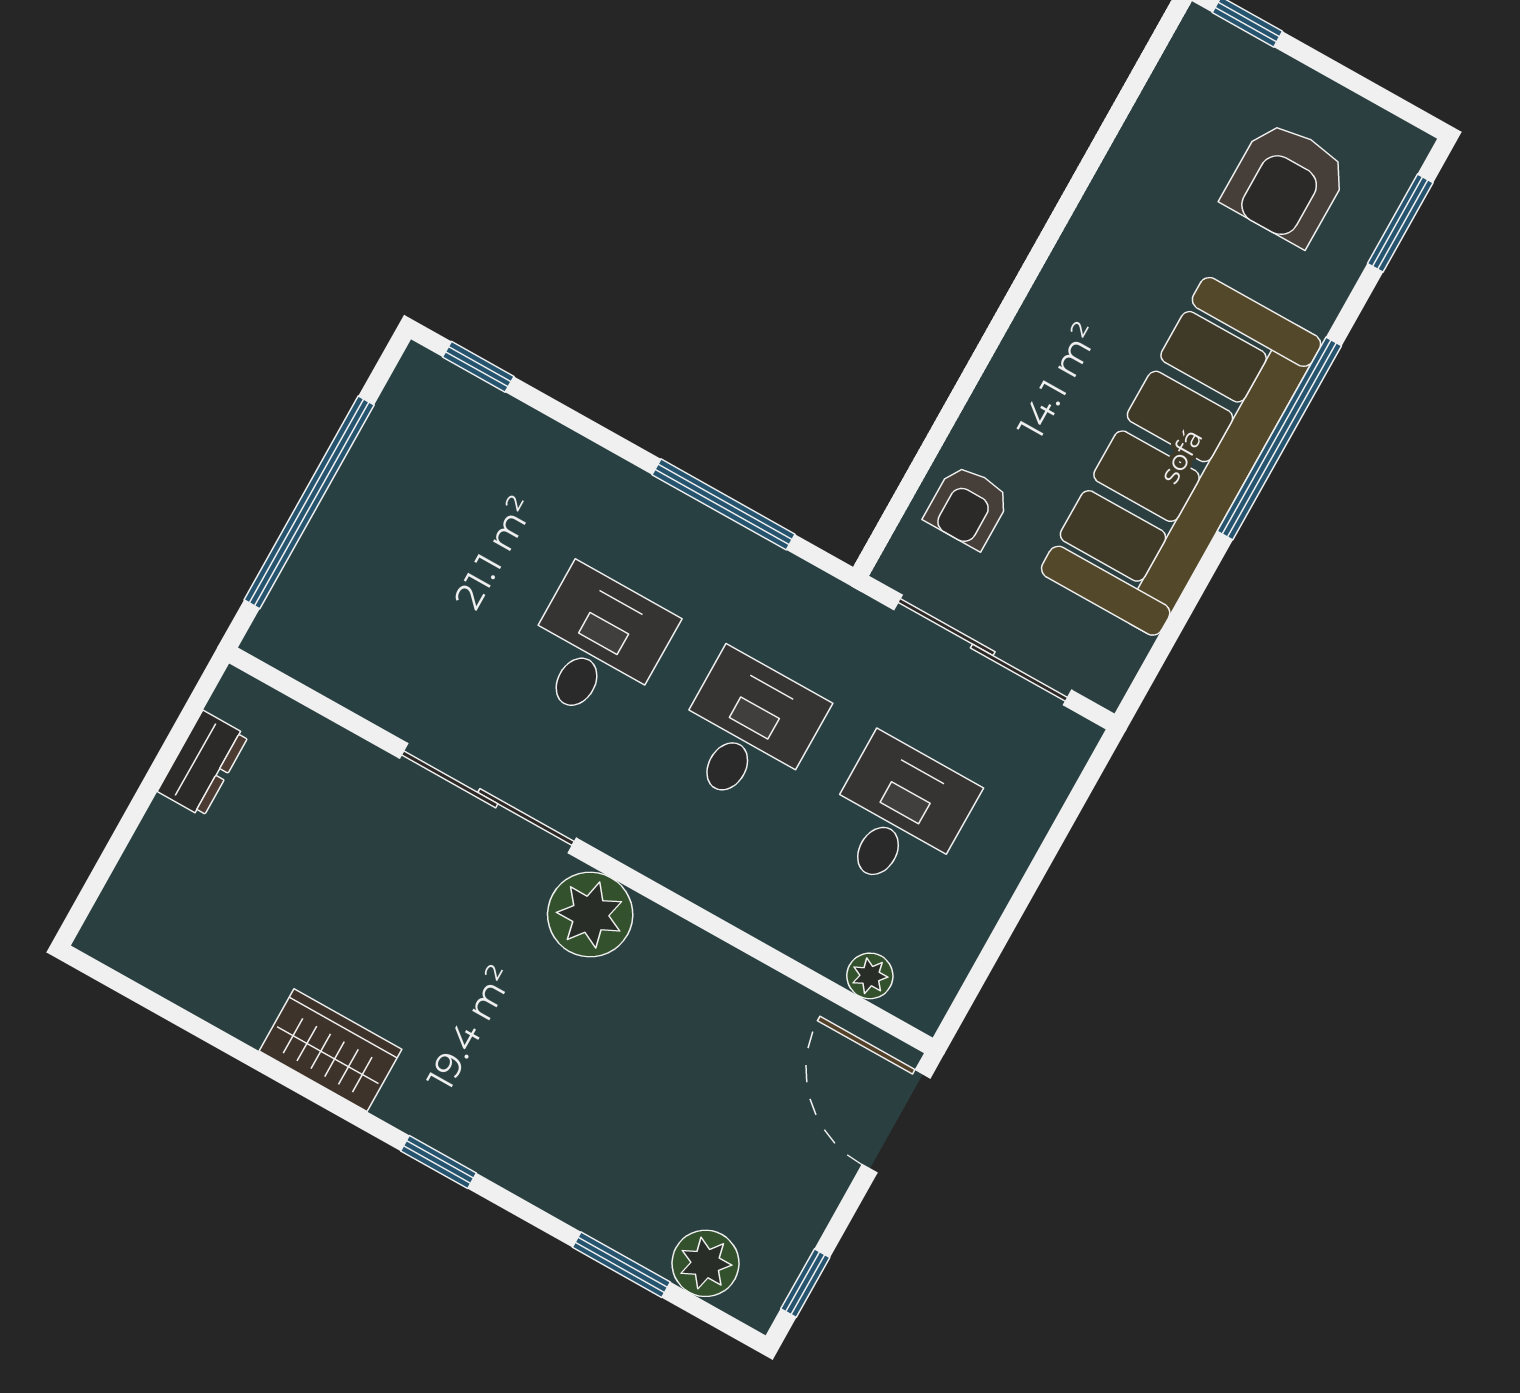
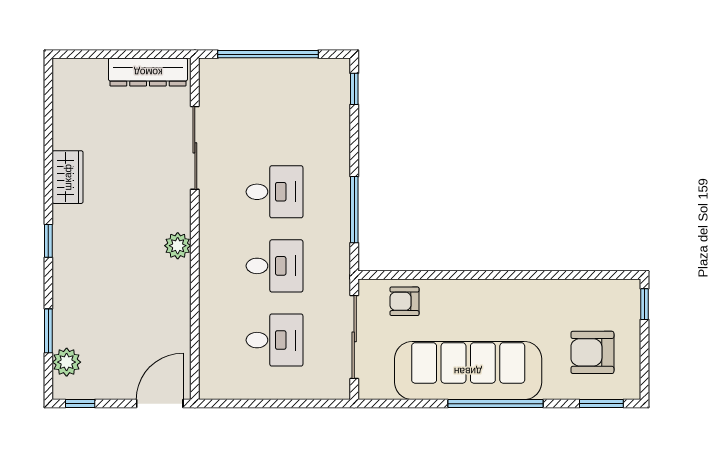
dresser: (203, 764) -> (148, 72), width x1.96, depth x1.24
sliding door: (488, 798) -> (195, 148), moved
plant: (590, 915) -> (178, 246), width x0.73, depth x0.73
plant: (870, 976) -> (209, 363), removed

